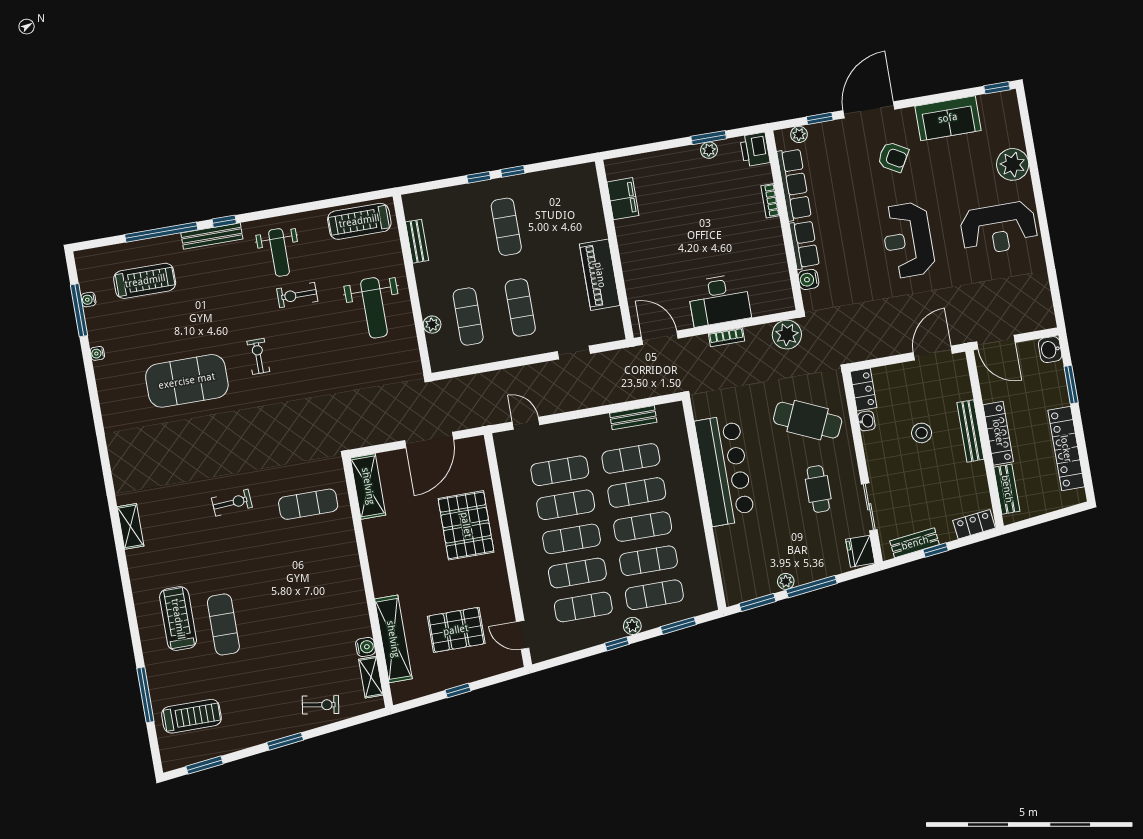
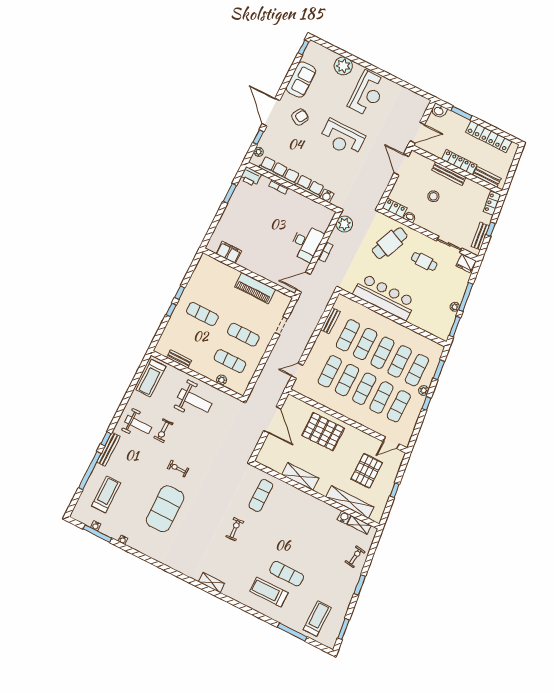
plant: (709, 150) -> (236, 197), removed
shelving: (368, 486) -> (300, 477), moved

